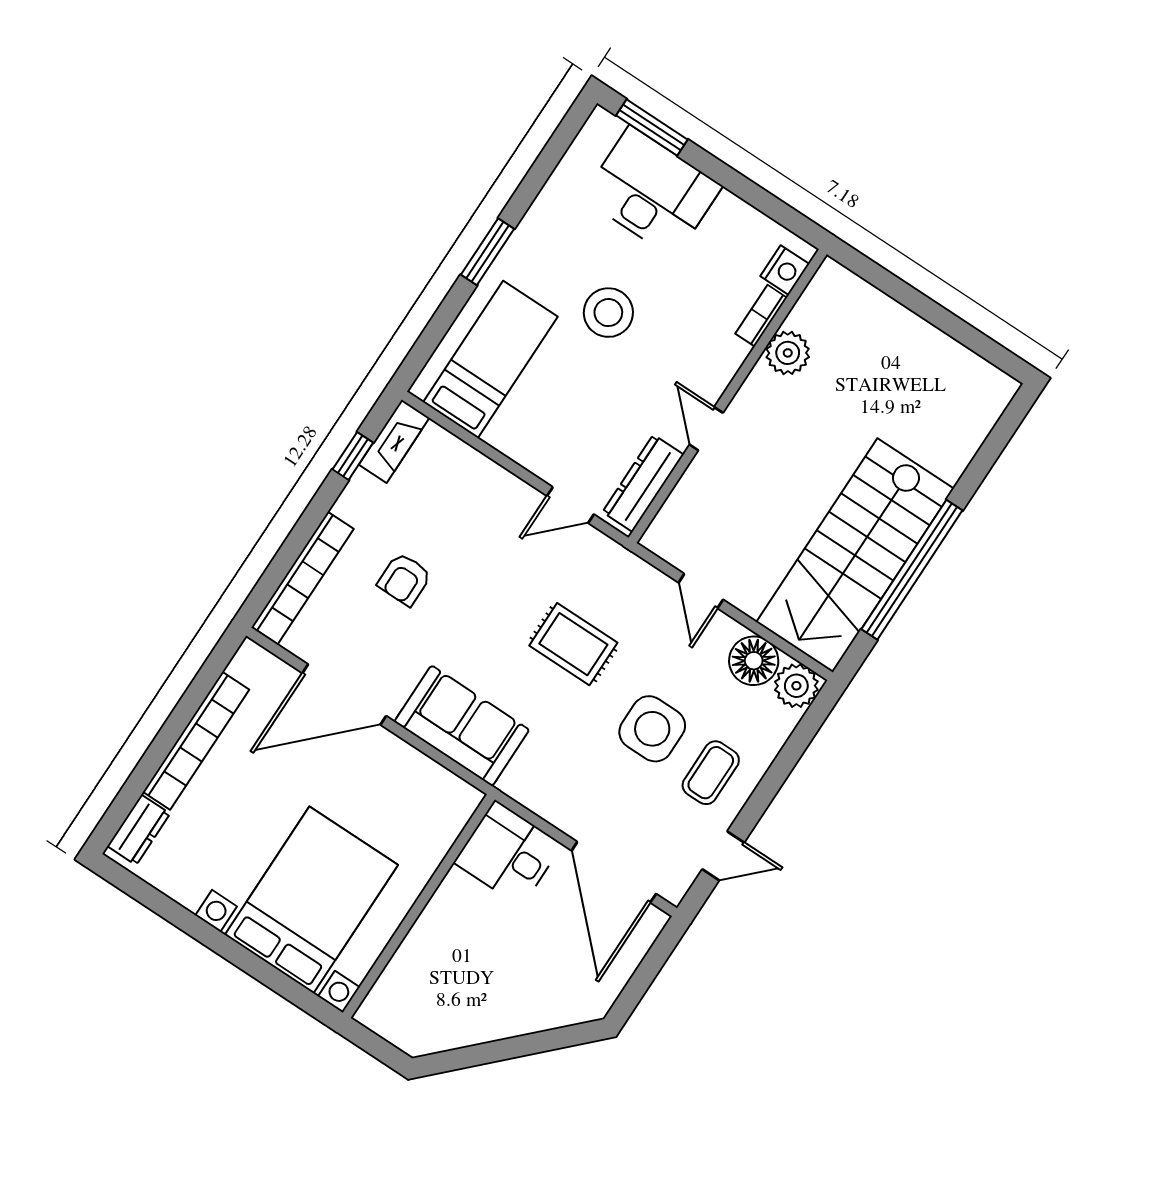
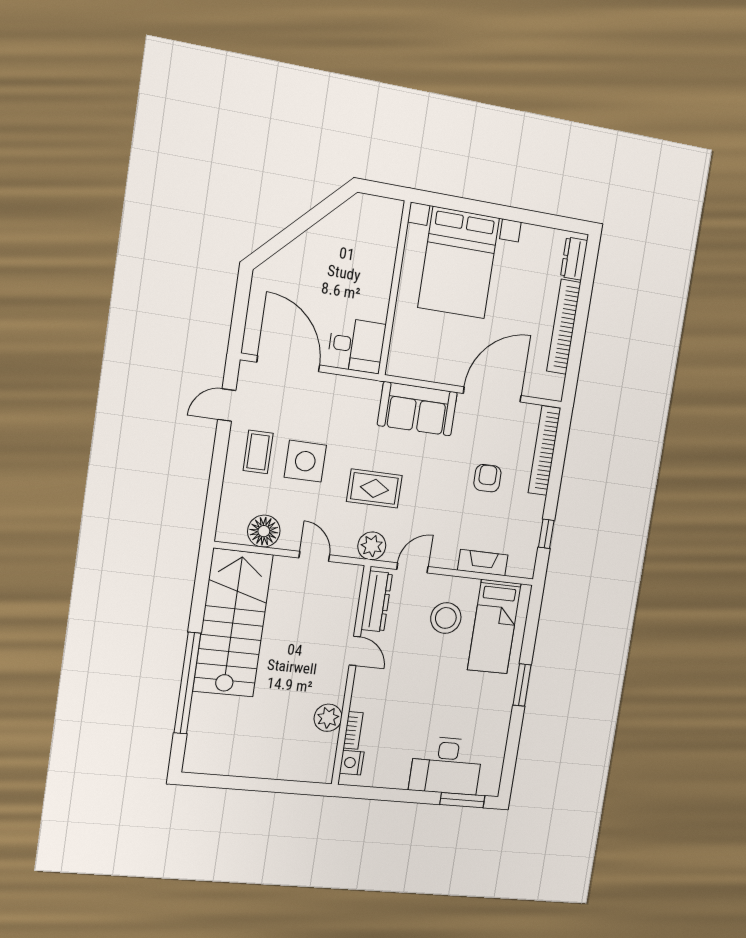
stool: (608, 313) -> (446, 618), moved
fireplace: (394, 441) -> (483, 563), moved, turned 90
window: (912, 570) -> (187, 683), moved
plant: (796, 686) -> (372, 546), moved

